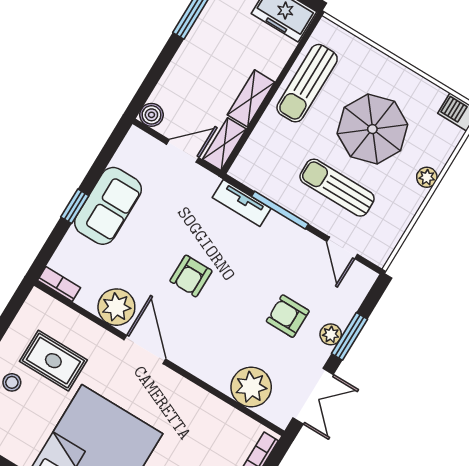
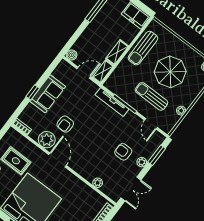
plant: (427, 177) -> (181, 111), moved
tv unit: (242, 203) -> (112, 102), width x1.41
armchair: (191, 276) -> (65, 124), moved
window: (349, 336) -> (157, 155), moved
plant: (251, 387) -> (98, 183), width x0.53, depth x0.53

